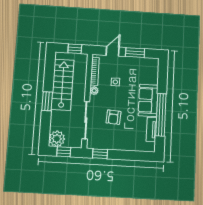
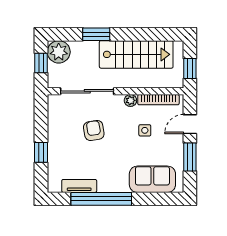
door: (113, 51) -> (190, 124), swing flipped
sofa: (148, 100) -> (152, 179), moved
window: (47, 101) -> (96, 34), moved
armchair: (113, 117) -> (94, 130), turned 77
window: (100, 154) -> (41, 152), moved

